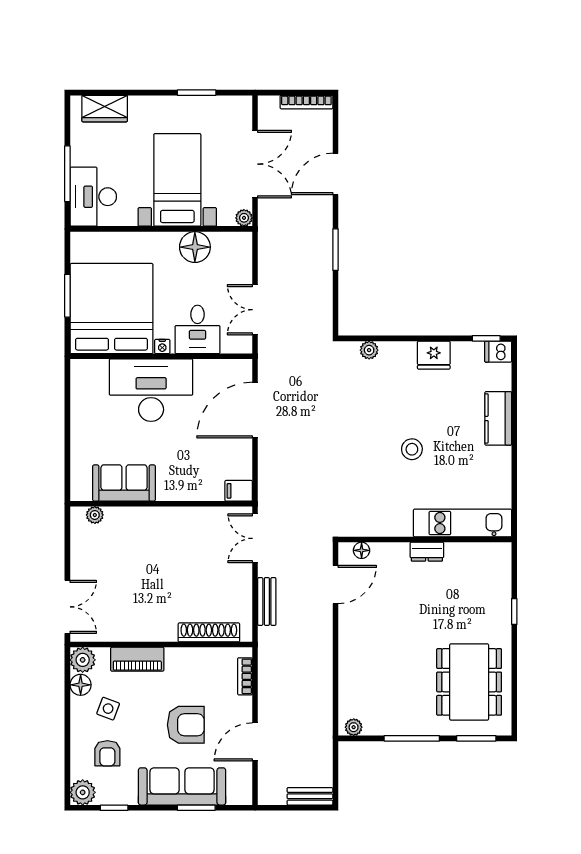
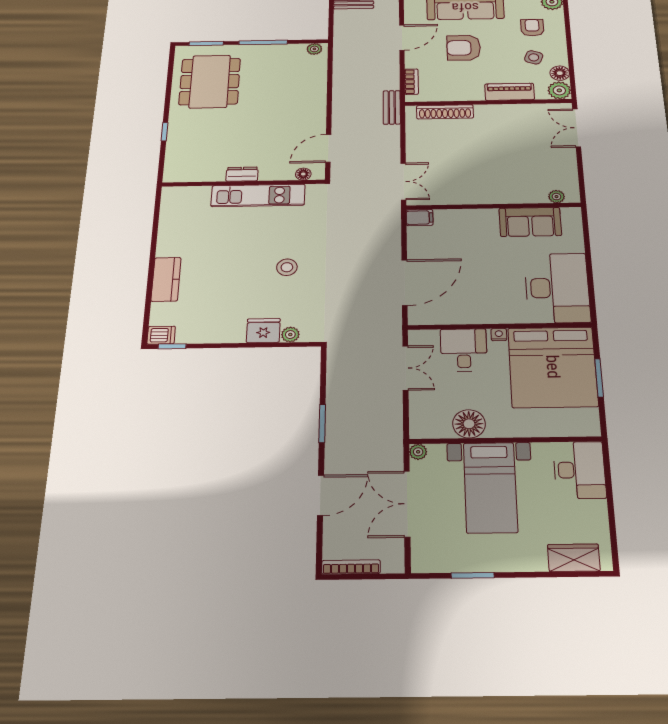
window: (67, 174) -> (609, 492), removed
fridge: (434, 355) -> (263, 331), moved
desk: (151, 390) -> (557, 288), moved, turned -90
stool: (412, 449) -> (287, 267), moved
kitchen unit: (462, 523) -> (258, 195), moved
bench: (267, 601) -> (392, 107), moved

